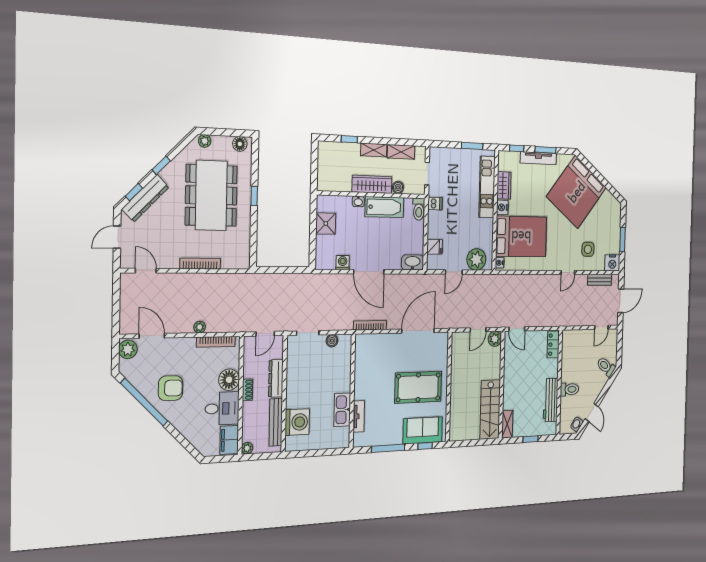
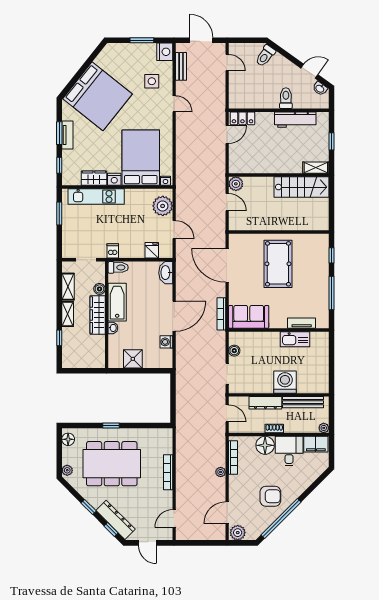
tv unit: (538, 158) -> (67, 135), width x0.71
door: (517, 329) -> (227, 134), moved
armchair: (171, 388) -> (270, 496), turned 90
washing machine: (297, 422) -> (285, 382), moved
sofa: (423, 430) -> (249, 317), moved, turned 90

